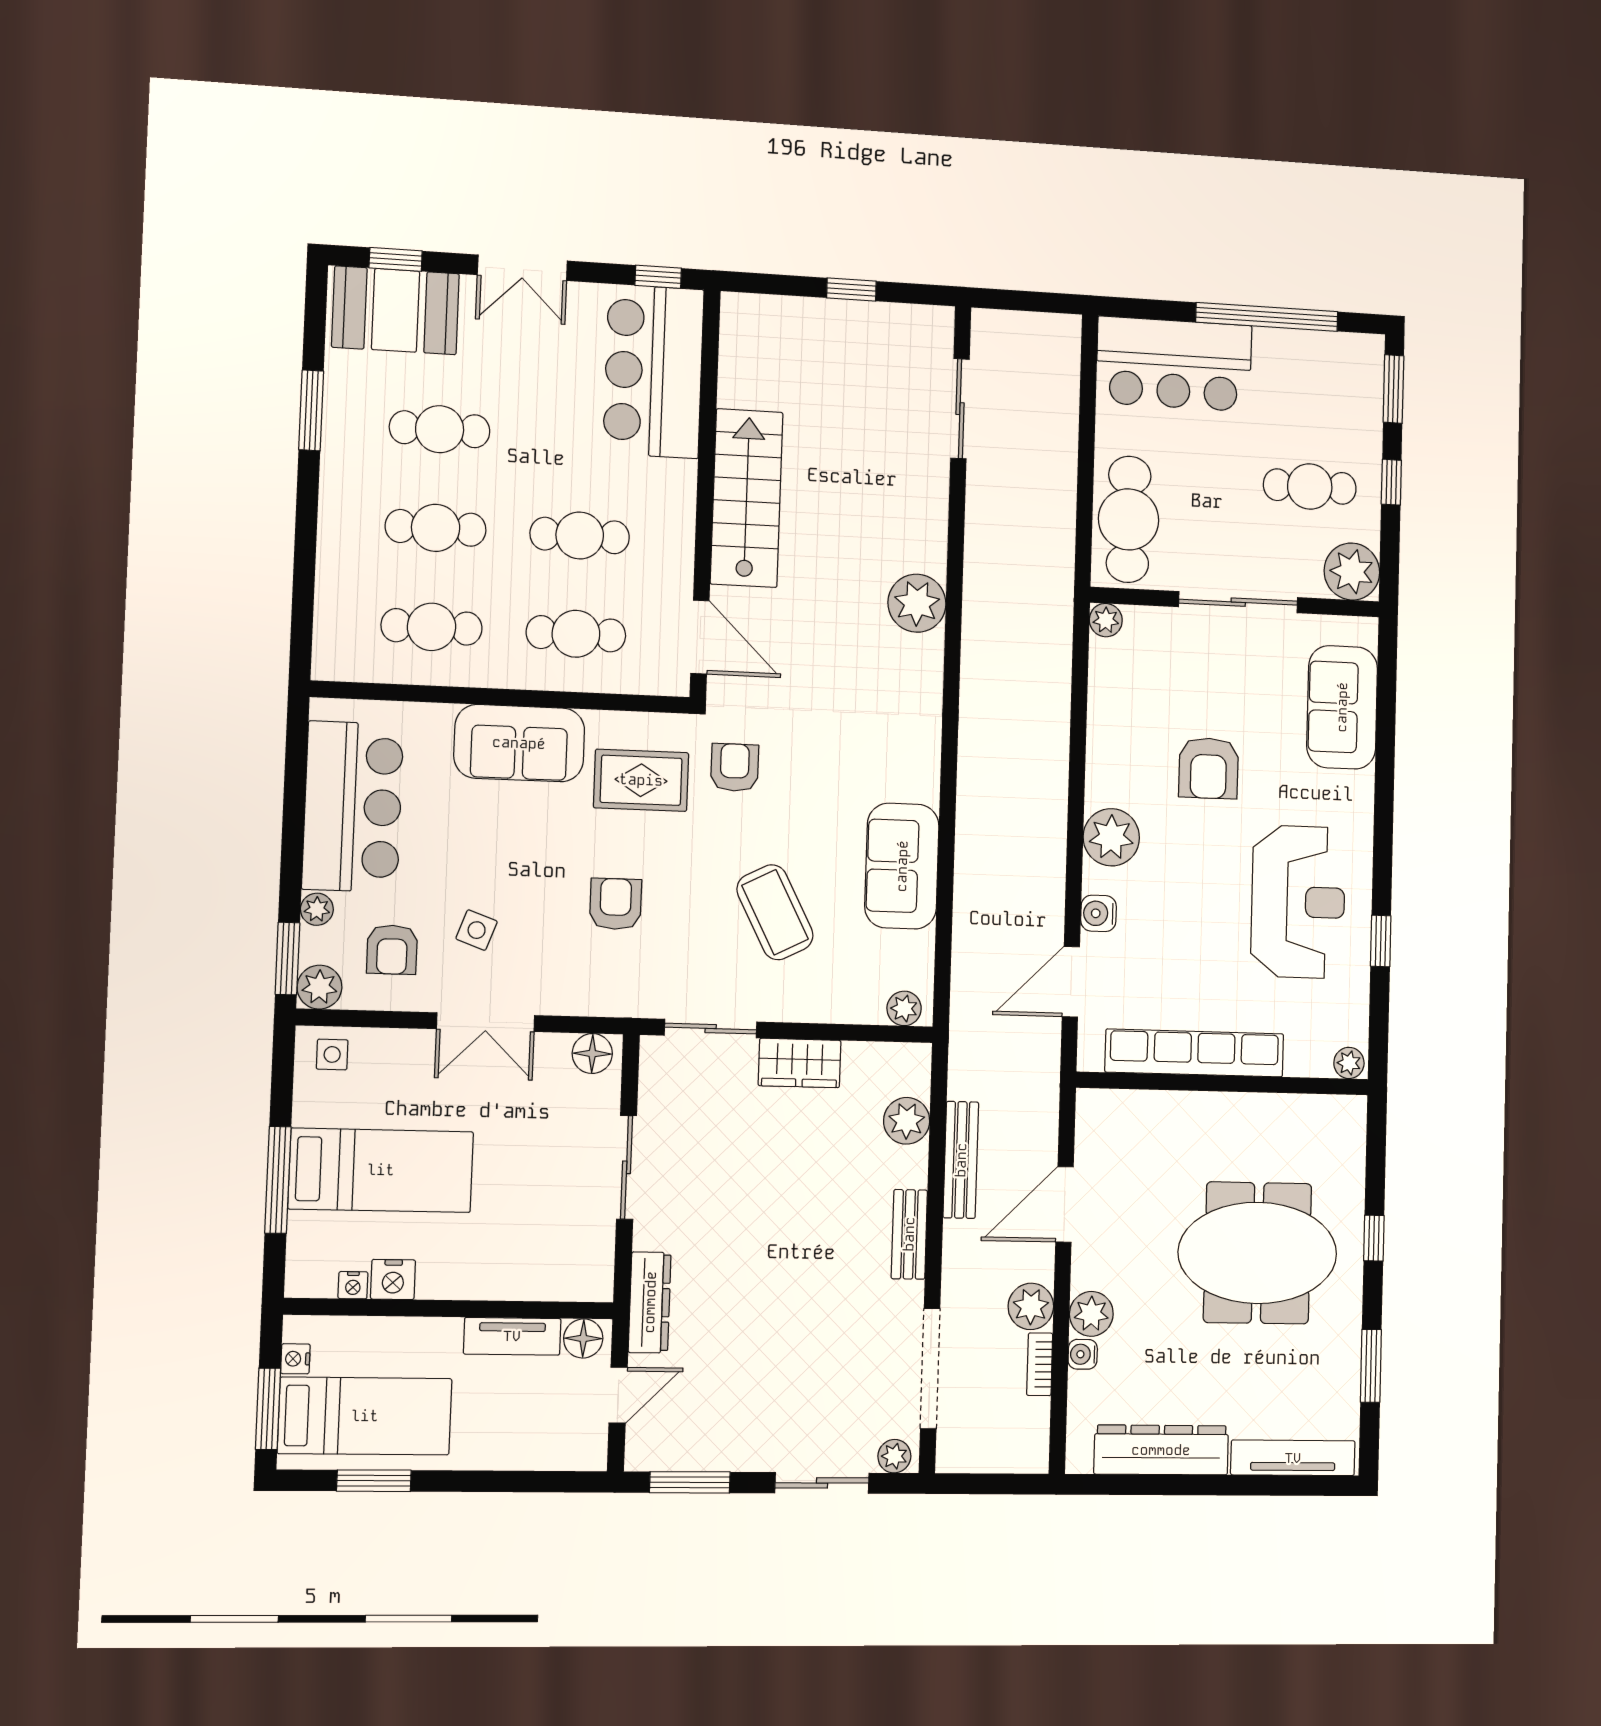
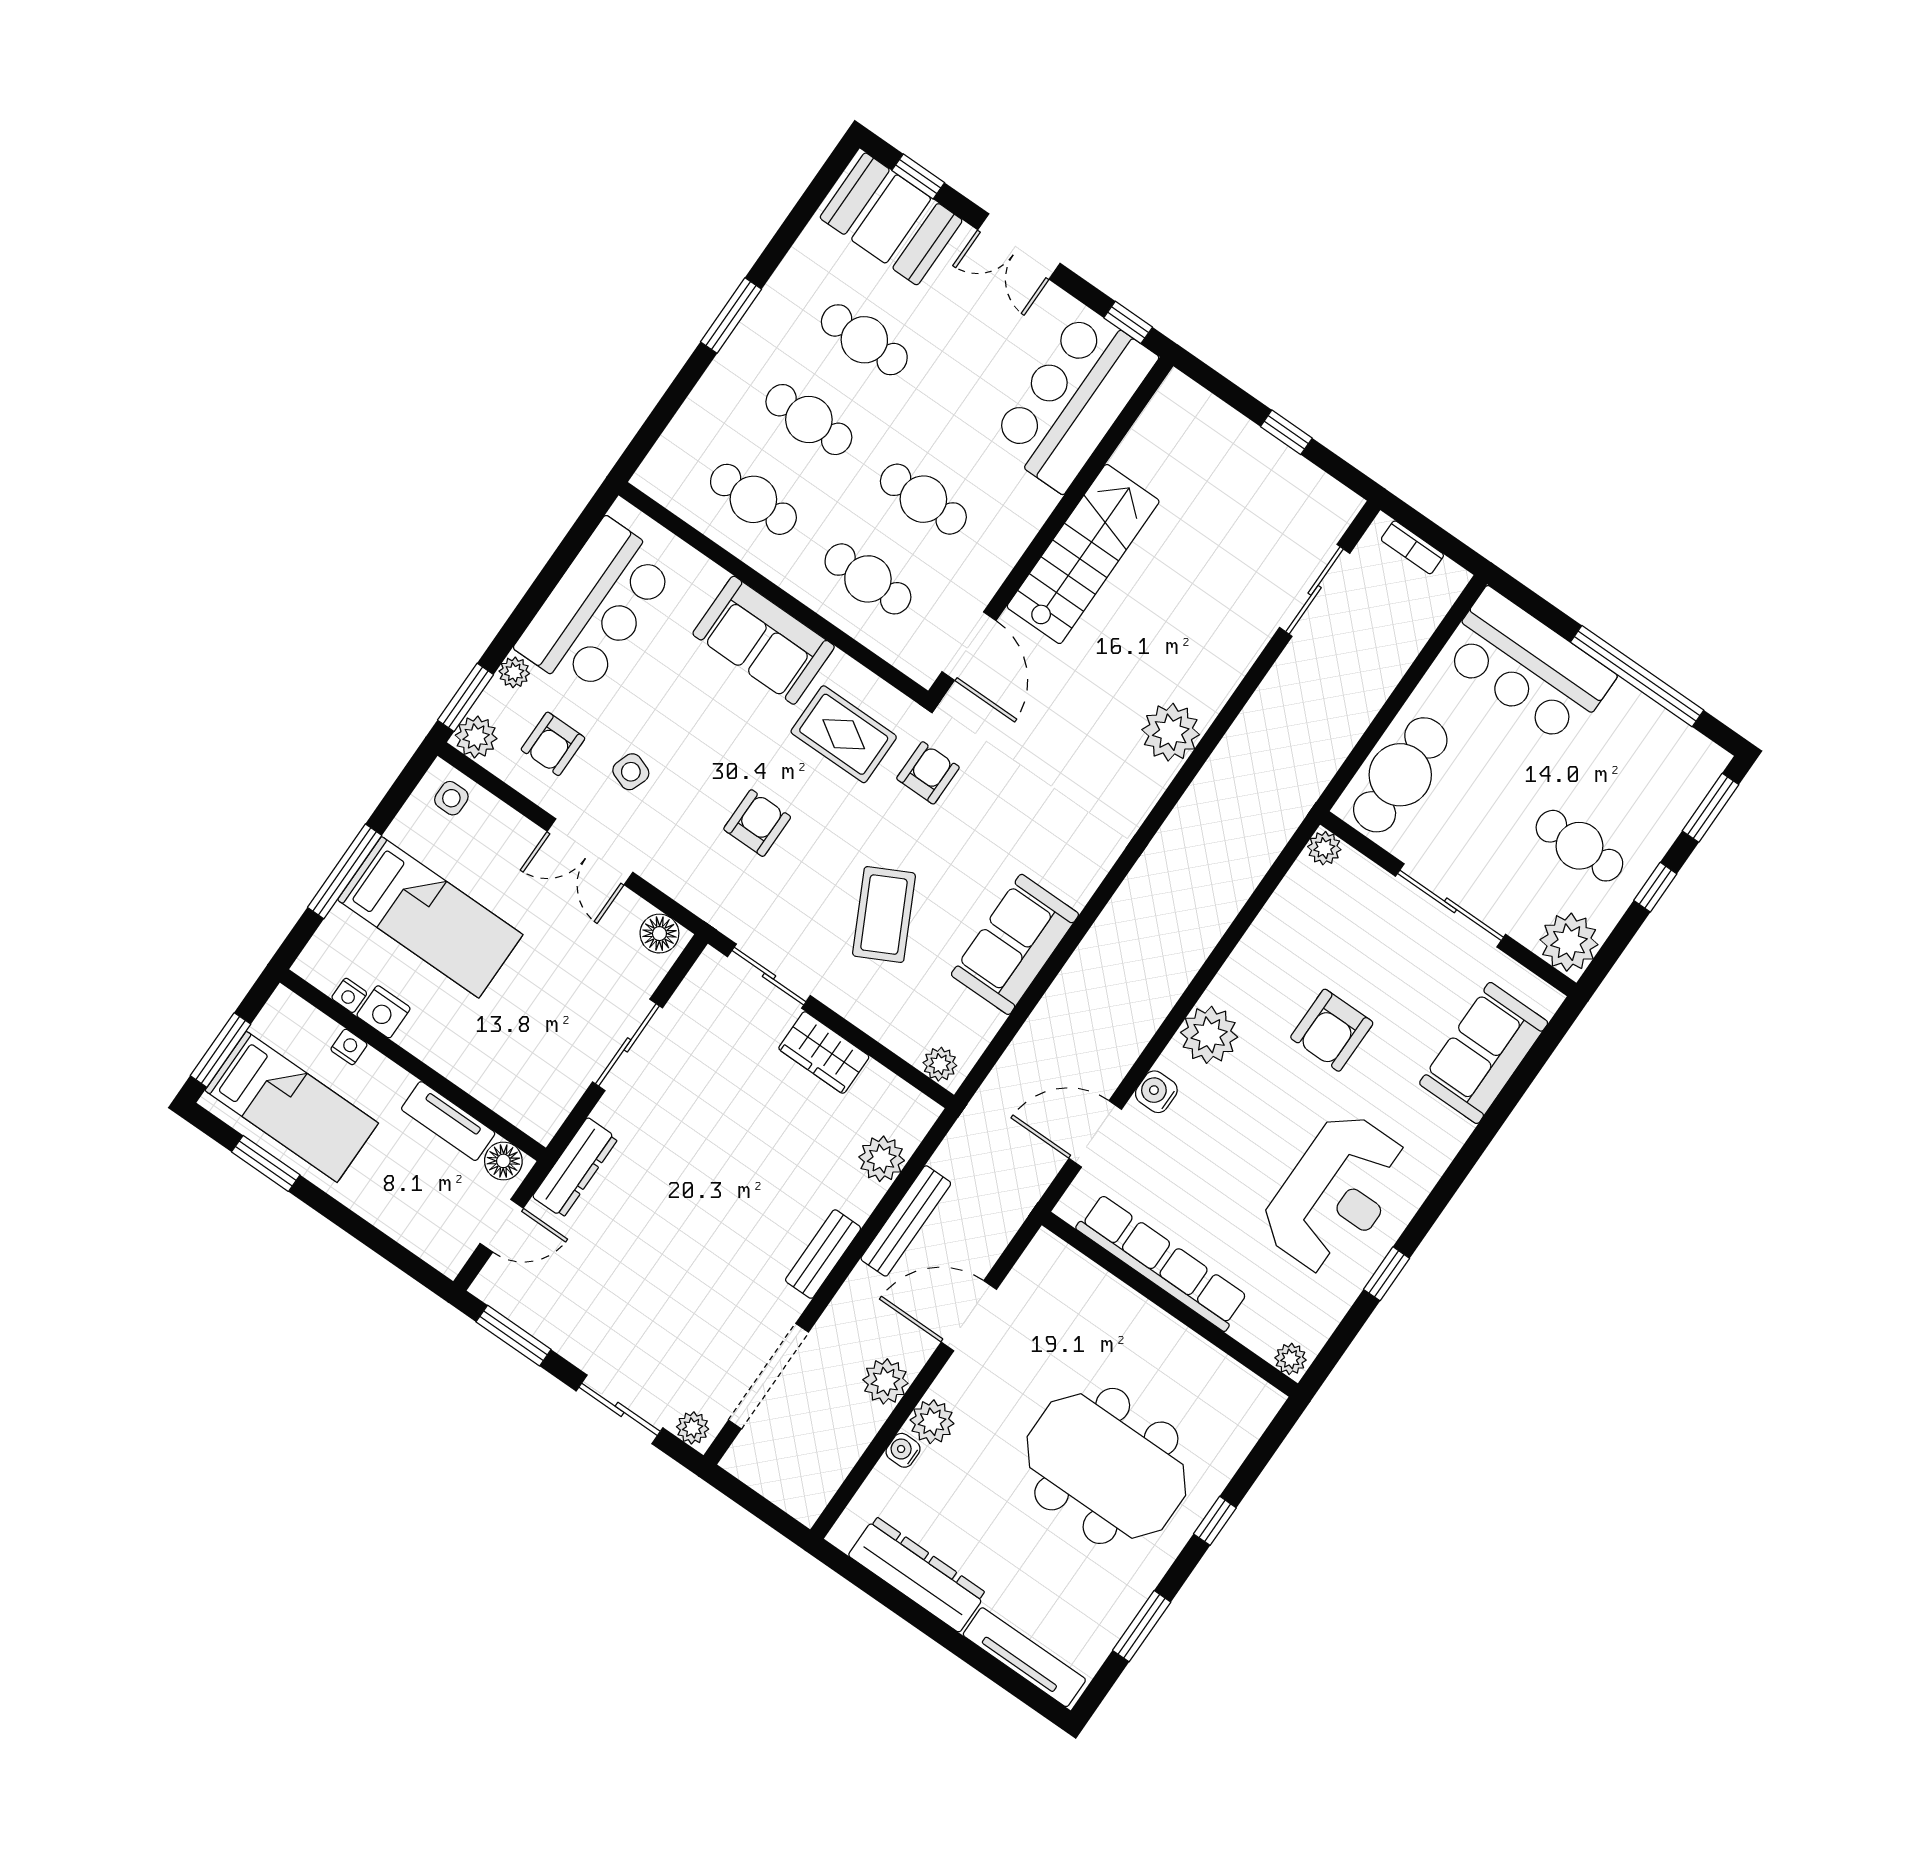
window: (311, 410) -> (731, 315), moved
nightstand: (295, 1359) -> (349, 1047), moved, turned 90
bookcase: (1040, 1364) -> (1412, 547), moved, turned -90

